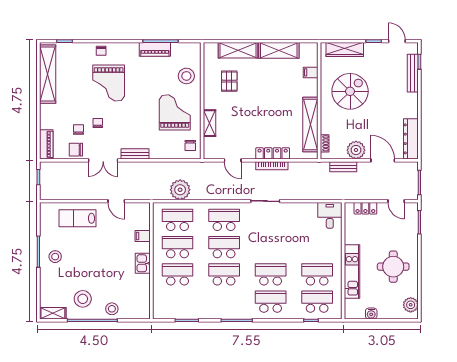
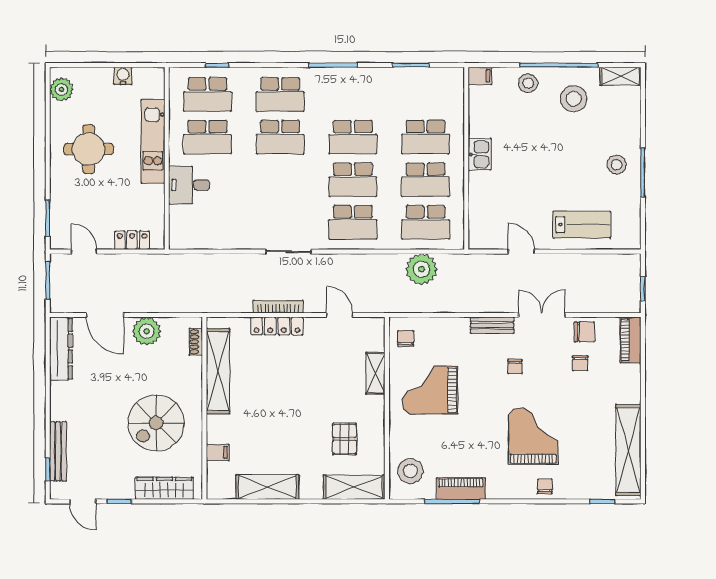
shelving: (238, 50) -> (354, 487), moved
stool: (186, 76) -> (410, 471), moved
grand piano: (175, 112) -> (430, 390), turned 90
chair: (98, 123) -> (515, 367), moved
bench: (343, 167) -> (167, 305), removed
desk: (330, 215) -> (189, 185), moved, turned 90
filing cabinet: (143, 236) -> (480, 76), moved

